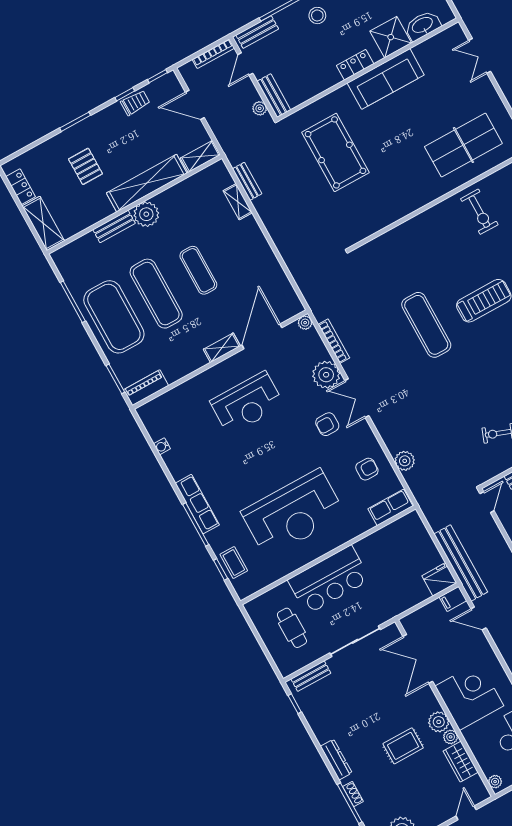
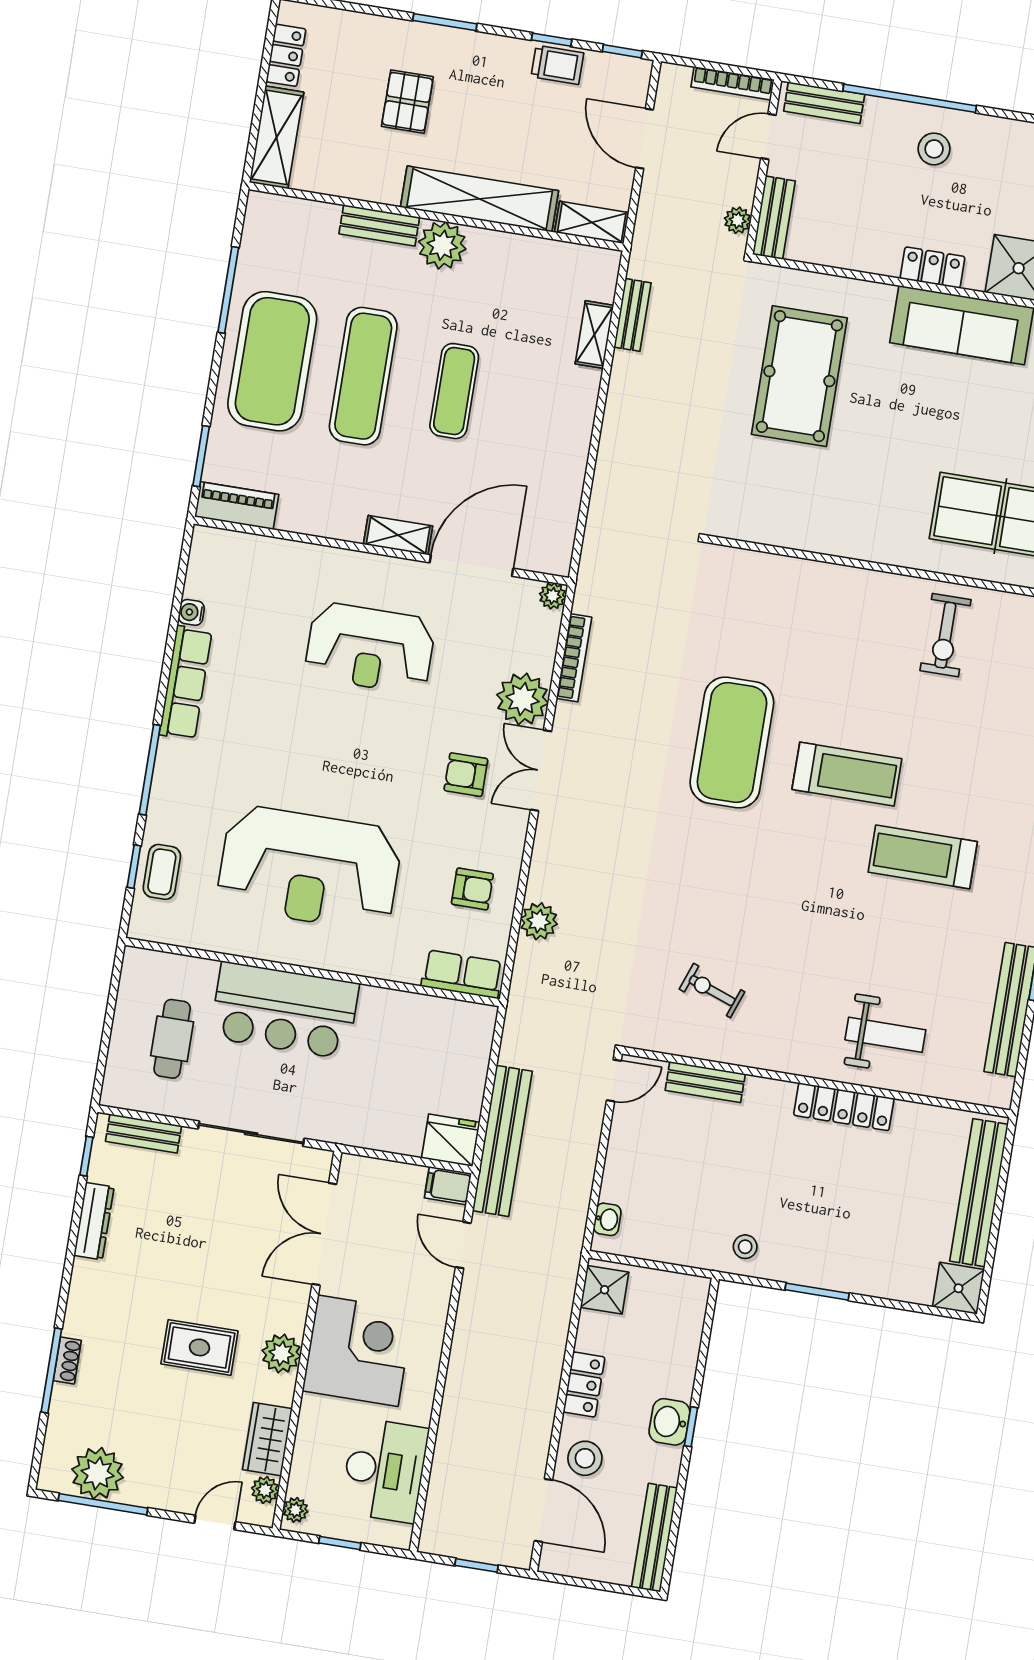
exercise mat: (426, 325) -> (732, 743), width x1.47
row of seats: (197, 504) -> (186, 683), moved
plant: (451, 737) -> (265, 1490), moved
dresser: (336, 760) -> (94, 1221), moved

